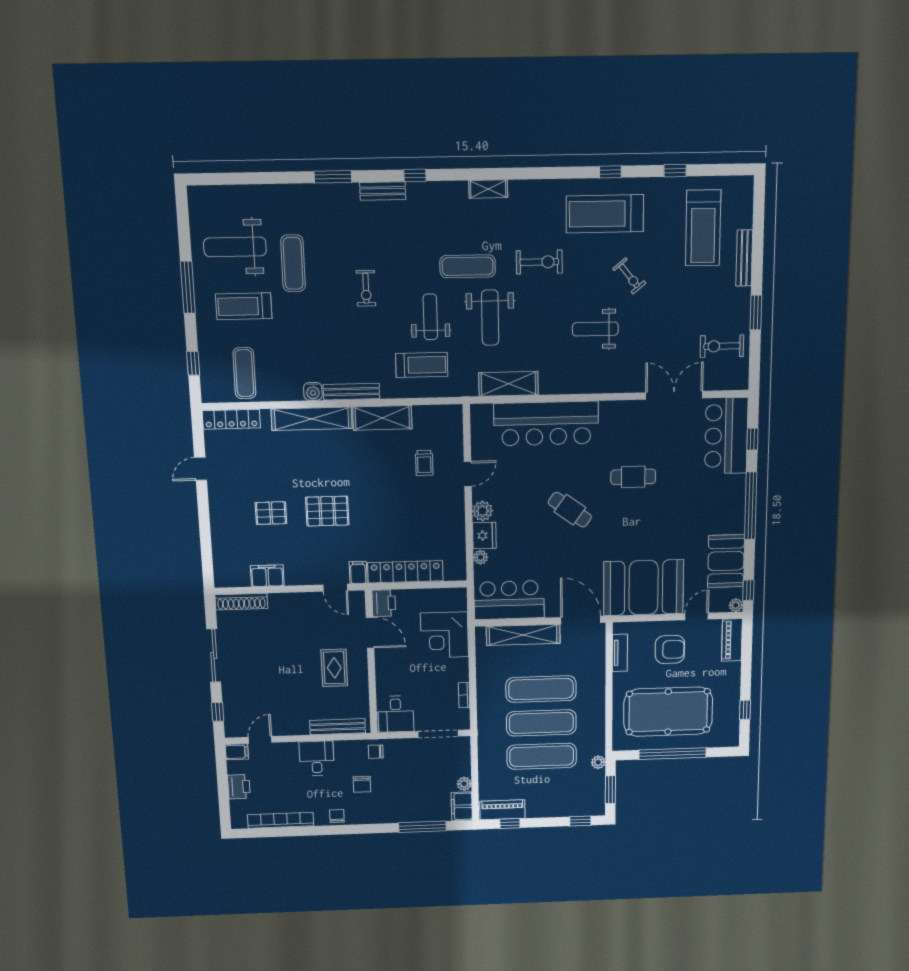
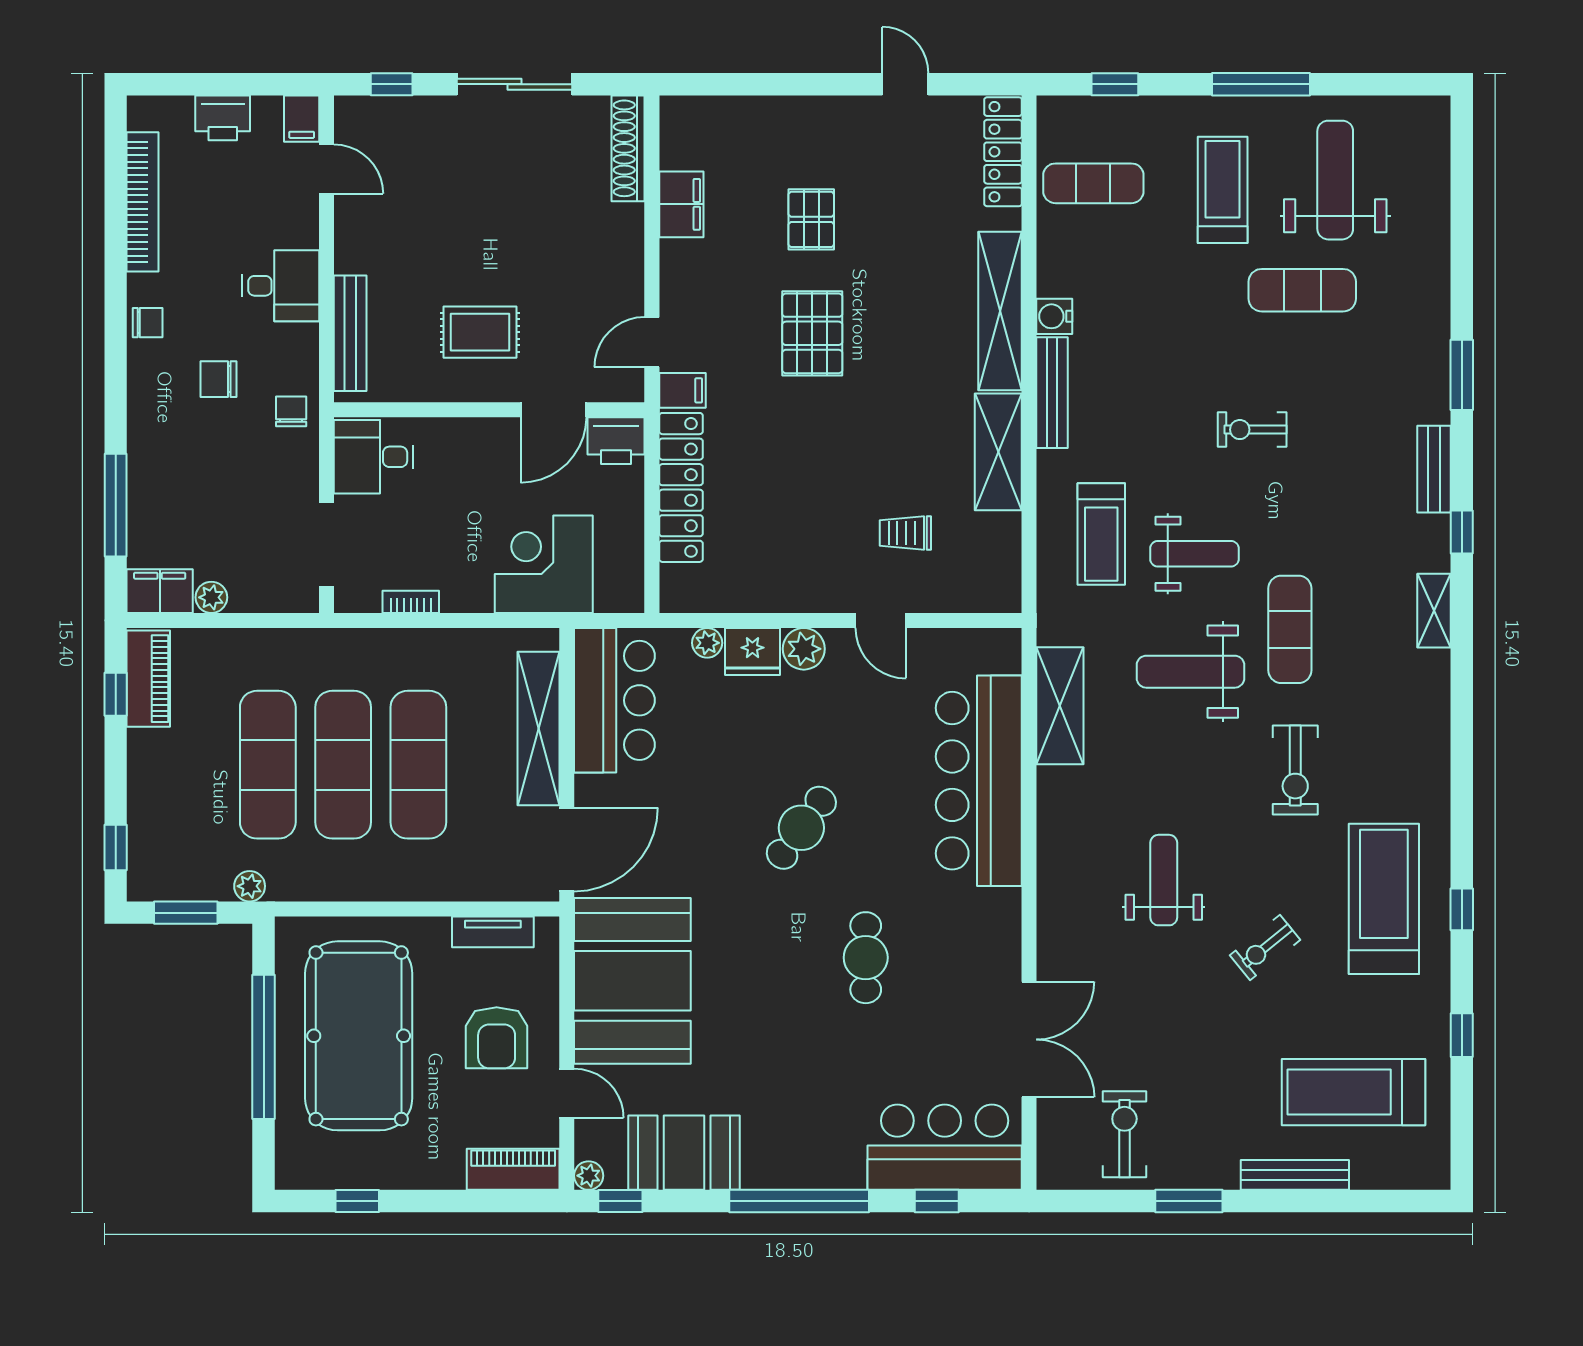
shelving: (488, 189) -> (1434, 611), moved

